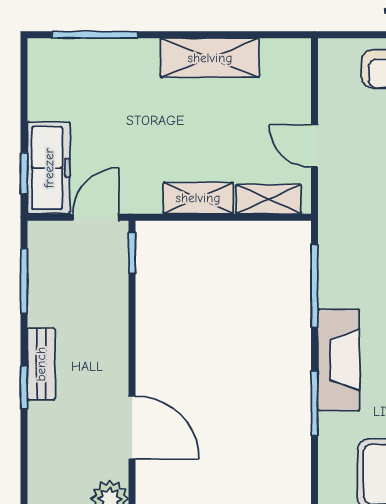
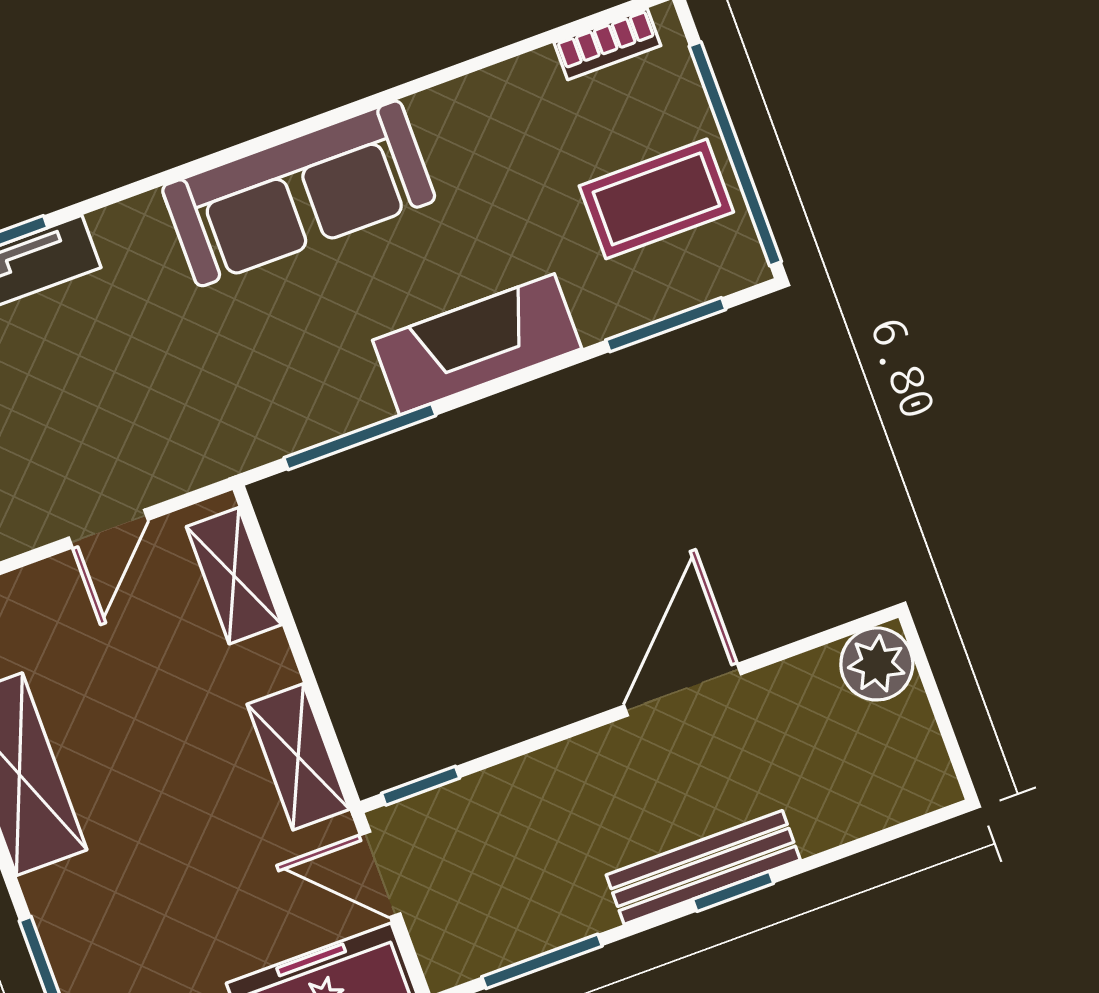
shelving: (198, 198) -> (298, 757), moved
bench: (41, 364) -> (703, 867), width x1.36
window: (314, 404) -> (666, 325), moved
door: (132, 427) -> (682, 690), moved

